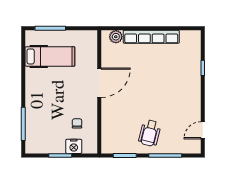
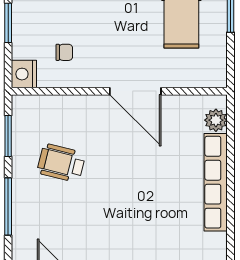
wheelchair: (150, 133) -> (61, 163), moved
nightstand: (74, 146) -> (24, 74), moved

